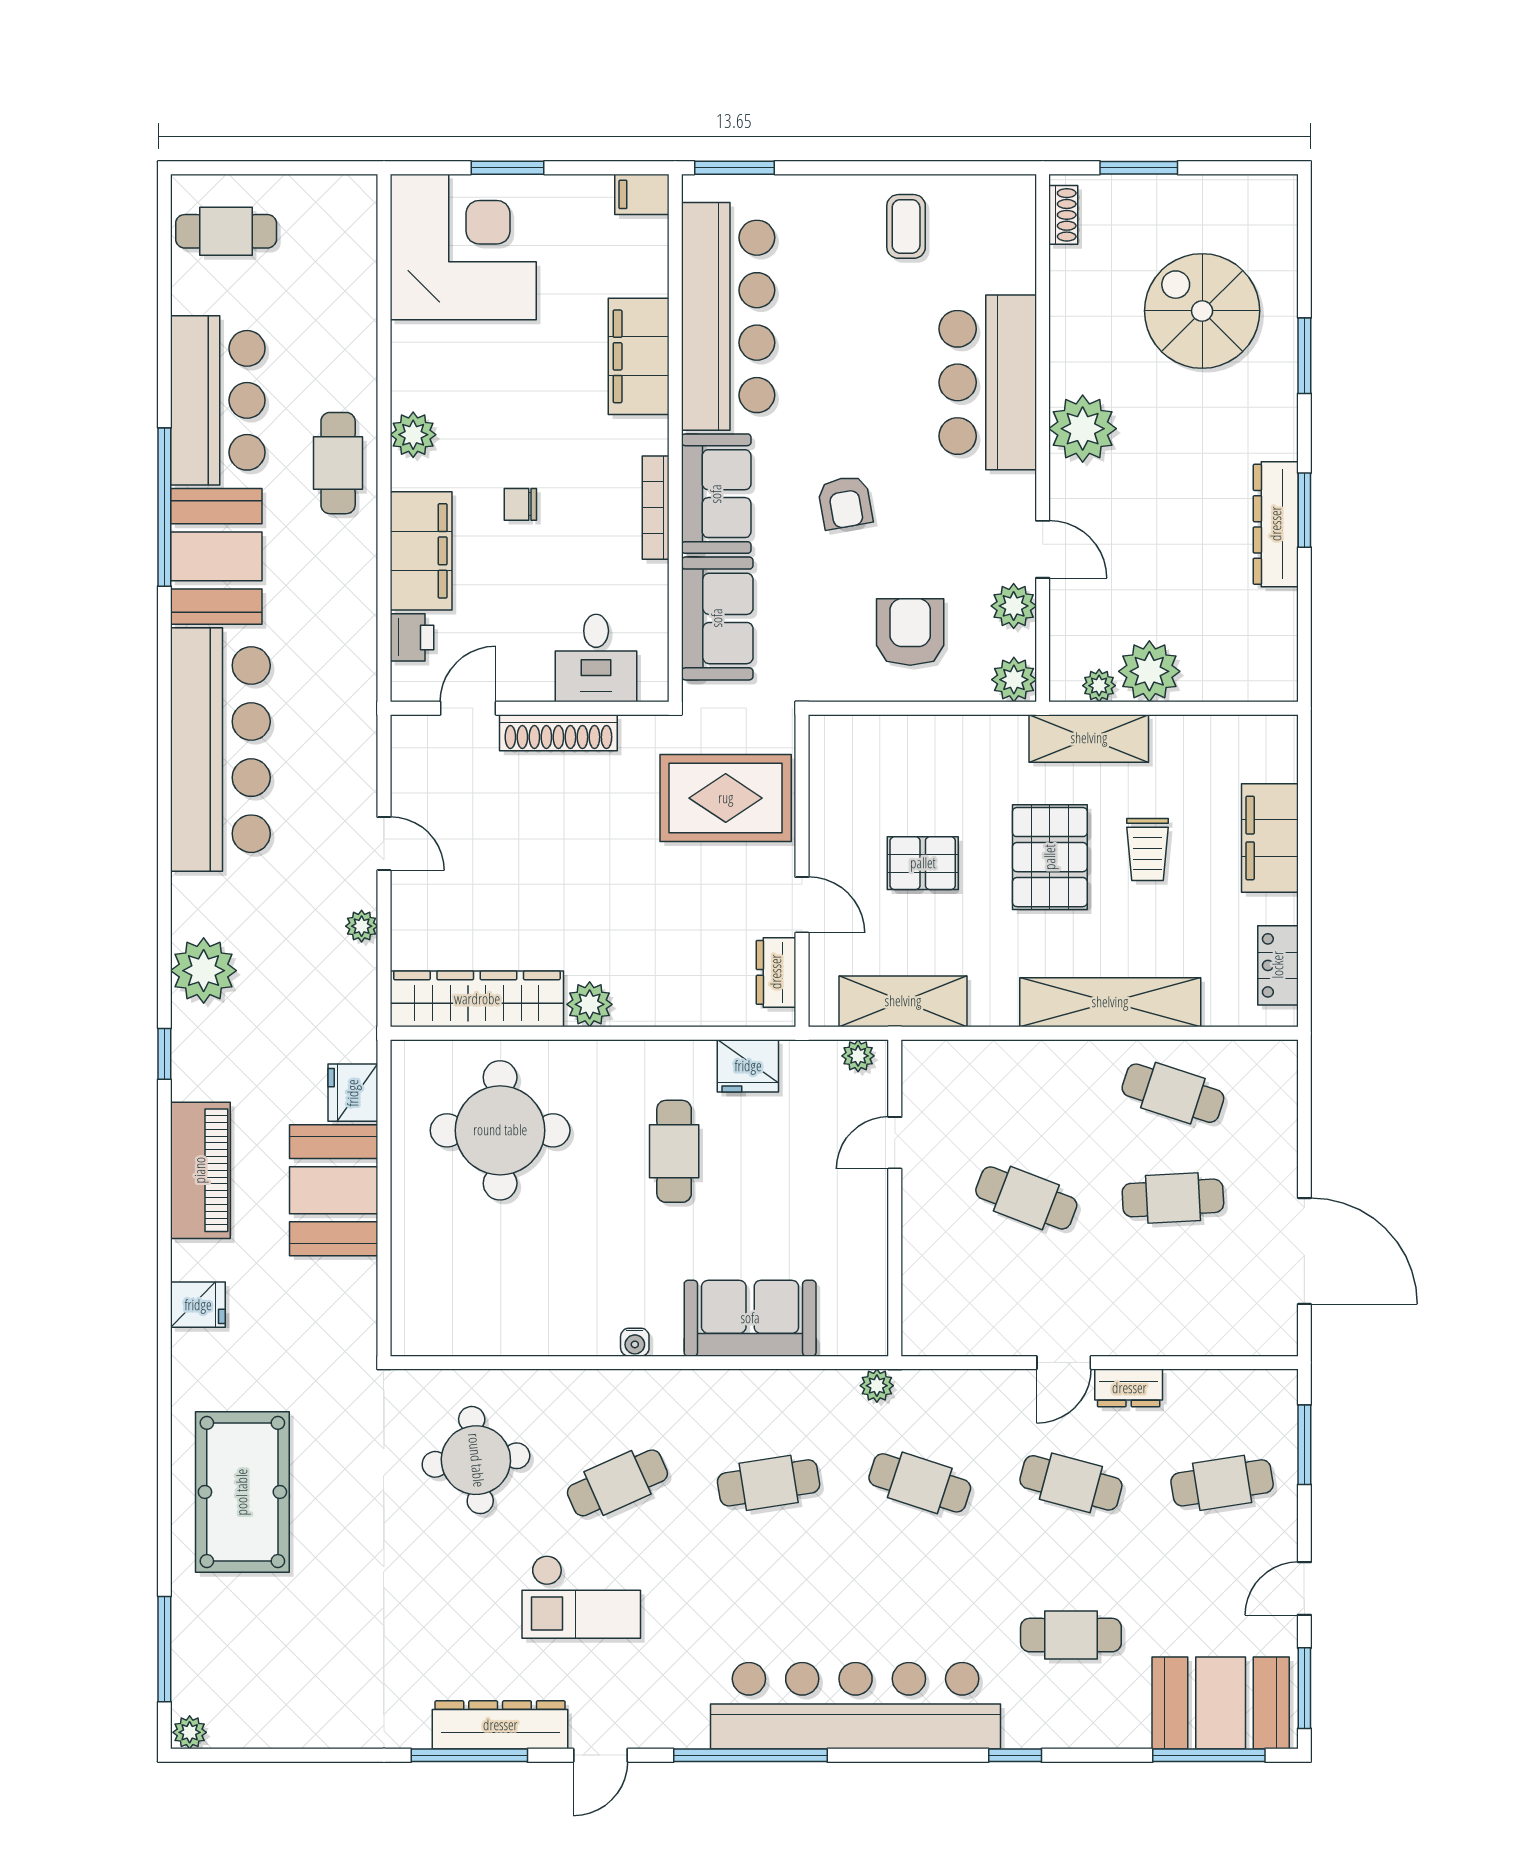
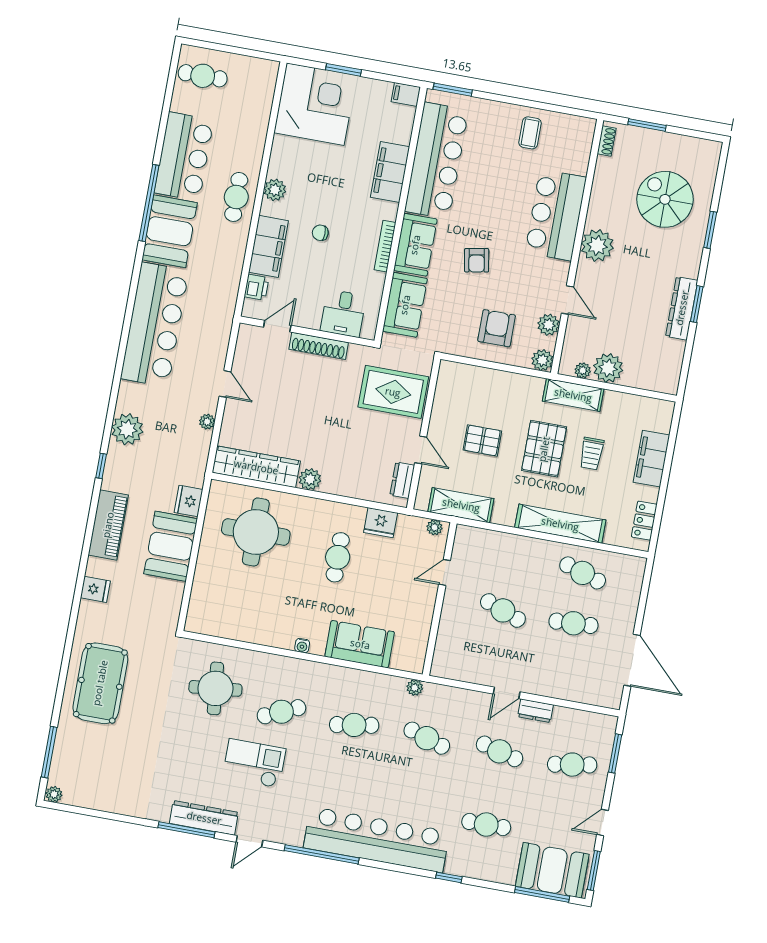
checkout: (581, 1597) -> (254, 763), turned 180

